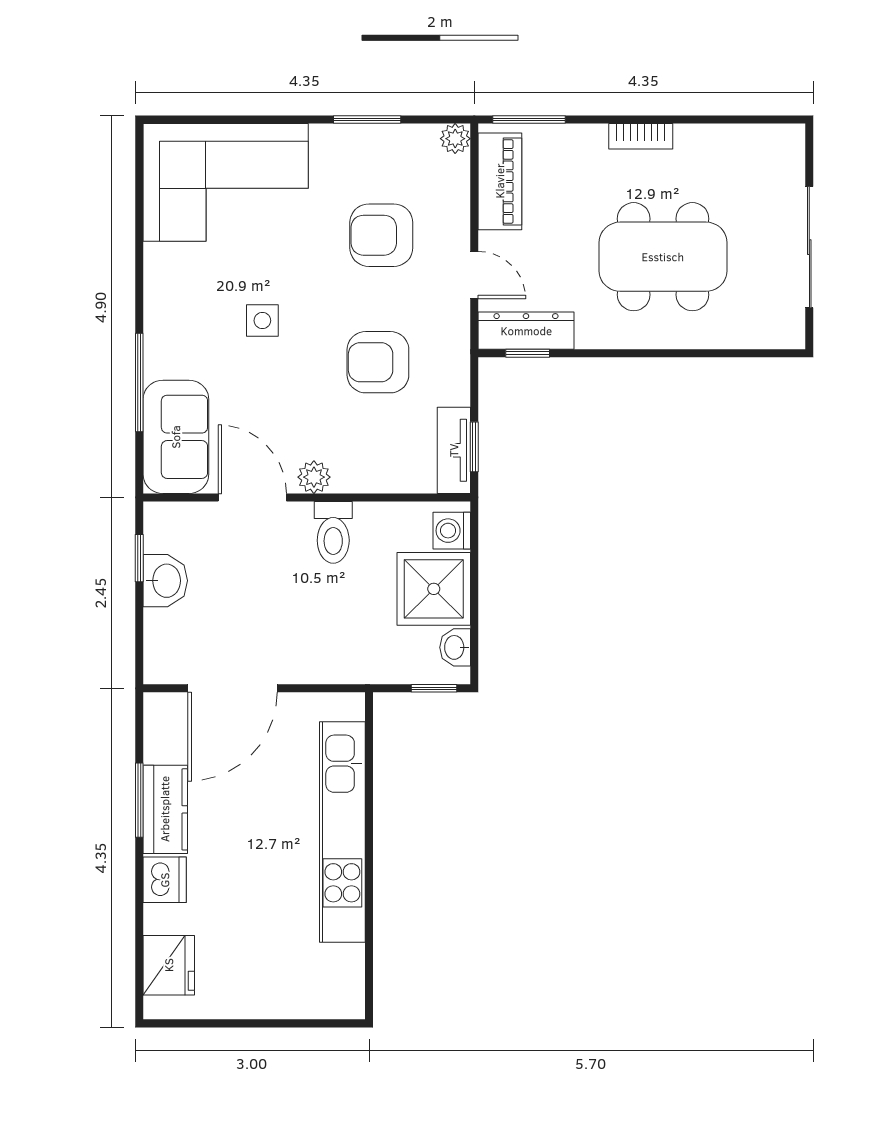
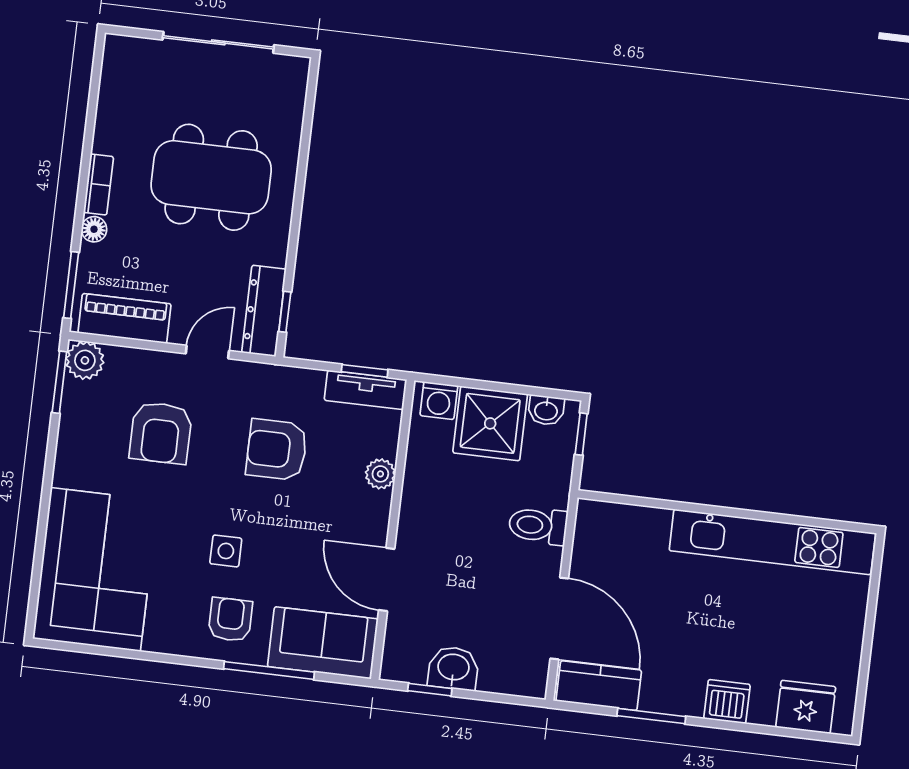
window: (367, 120) -> (59, 382), moved
floor lamp: (592, 137) -> (94, 229), added
plant: (455, 139) -> (85, 360), width x1.38, depth x1.38
dining table: (663, 257) -> (211, 177), turned 90
armchair: (189, 334) -> (230, 620), added
armchair: (378, 362) -> (277, 450), turned 90
plant: (314, 477) -> (380, 474), moved
door: (252, 497) -> (387, 579), hinge flipped
toilet: (333, 532) -> (538, 526), moved, turned 180
kitchen counter: (165, 809) -> (599, 686), moved
kitchen unit: (342, 832) -> (772, 542), moved

